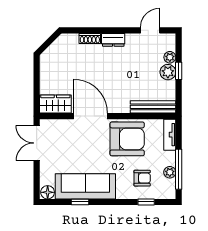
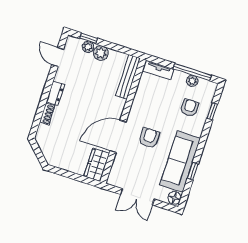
window: (179, 71) -> (89, 38), moved
armchair: (127, 139) -> (149, 138), moved, width x0.53, depth x0.53
double door: (37, 143) -> (137, 197), moved

